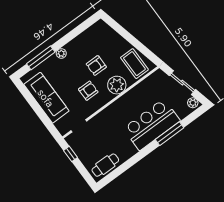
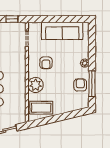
window: (41, 58) -> (92, 84), moved
armchair: (96, 66) -> (80, 85), moved

